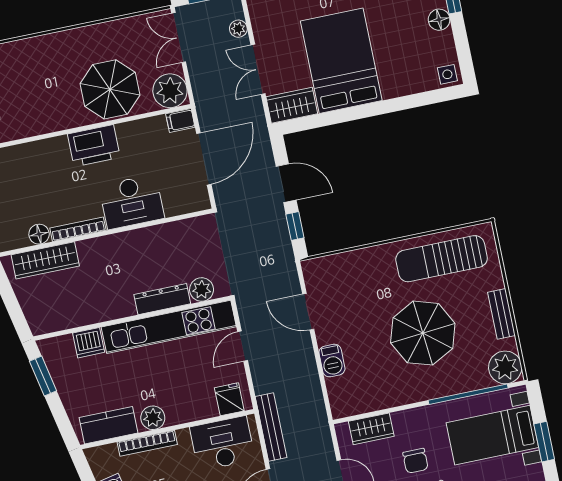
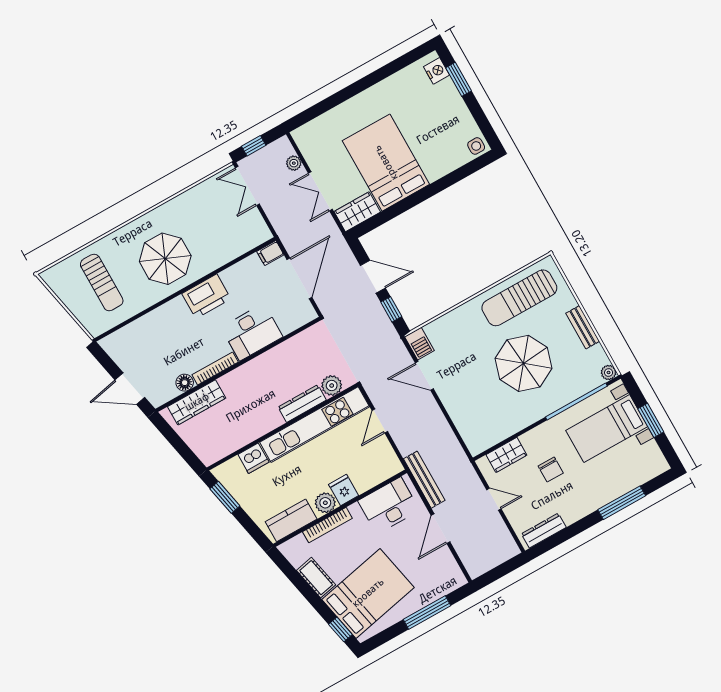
floor lamp: (439, 20) -> (455, 104), removed
parasol: (110, 89) -> (165, 259), moved
plant: (170, 91) -> (254, 232), removed
barbecue: (332, 361) -> (419, 344), moved
plant: (505, 367) -> (609, 372), width x0.53, depth x0.53
fridge: (229, 399) -> (343, 490), moved

